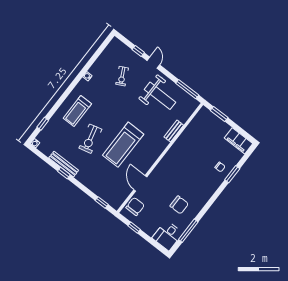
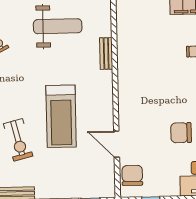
chair: (179, 205) -> (181, 133), turned 180

